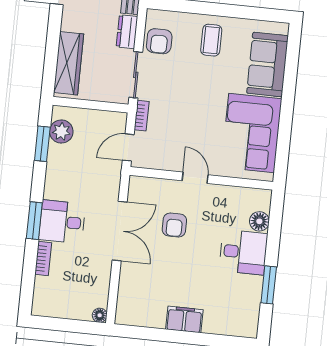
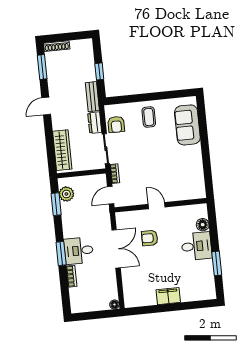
corner sofa: (252, 133) -> (186, 170), removed
armchair: (174, 225) -> (150, 238), turned 90

